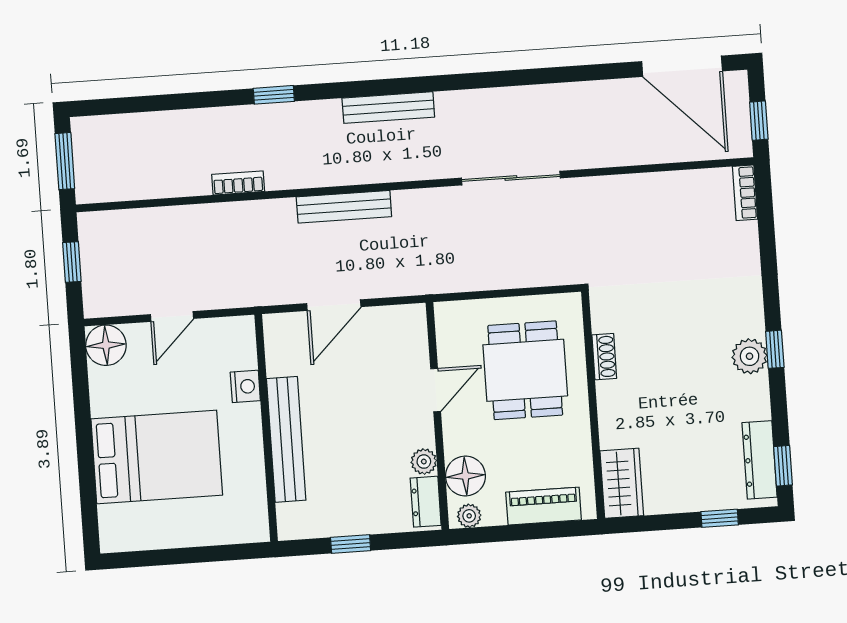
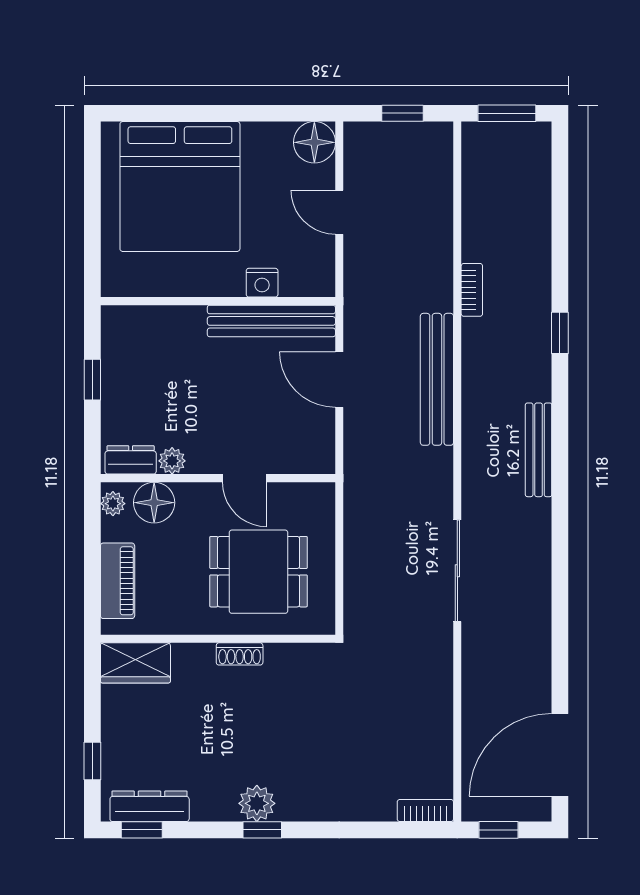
bench: (344, 207) -> (437, 379), width x1.37, depth x1.21
shoe rack: (604, 357) -> (240, 654), moved
bench: (286, 439) -> (271, 321), moved
bed: (157, 457) -> (180, 186), width x1.36

